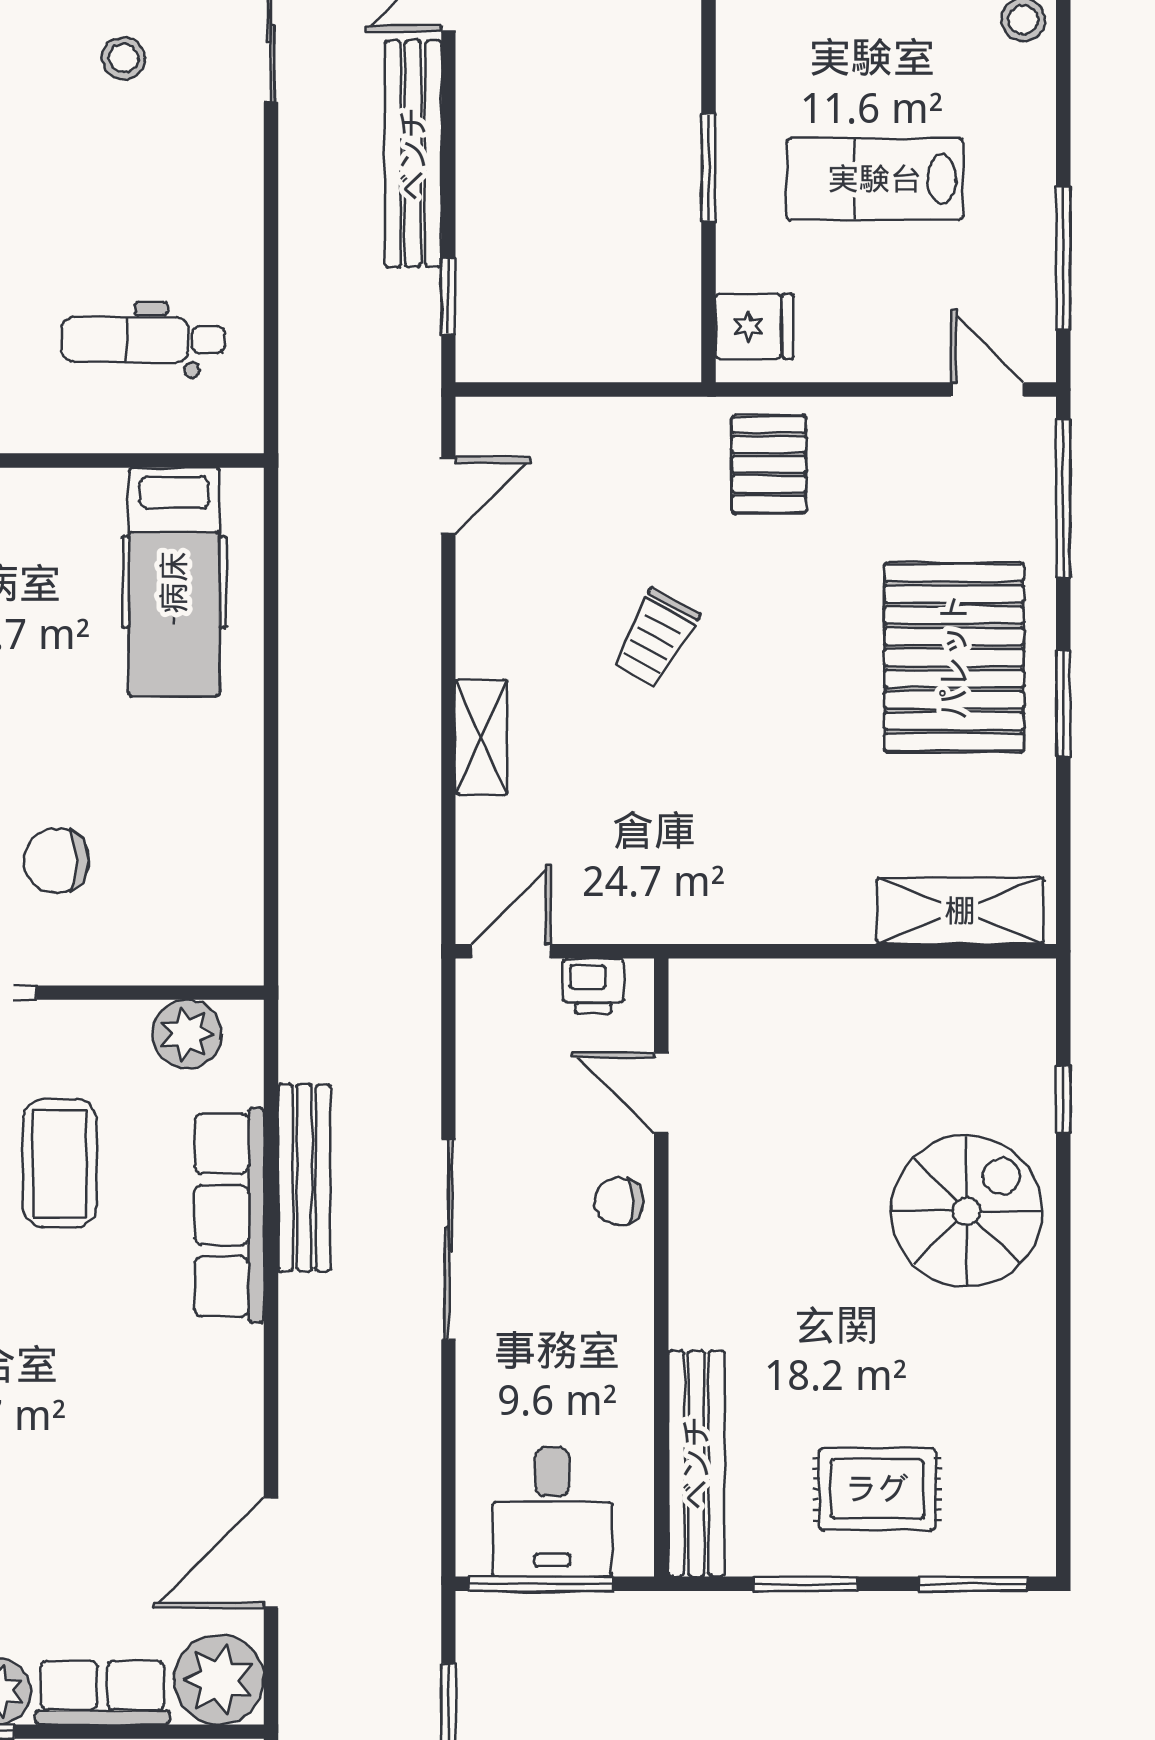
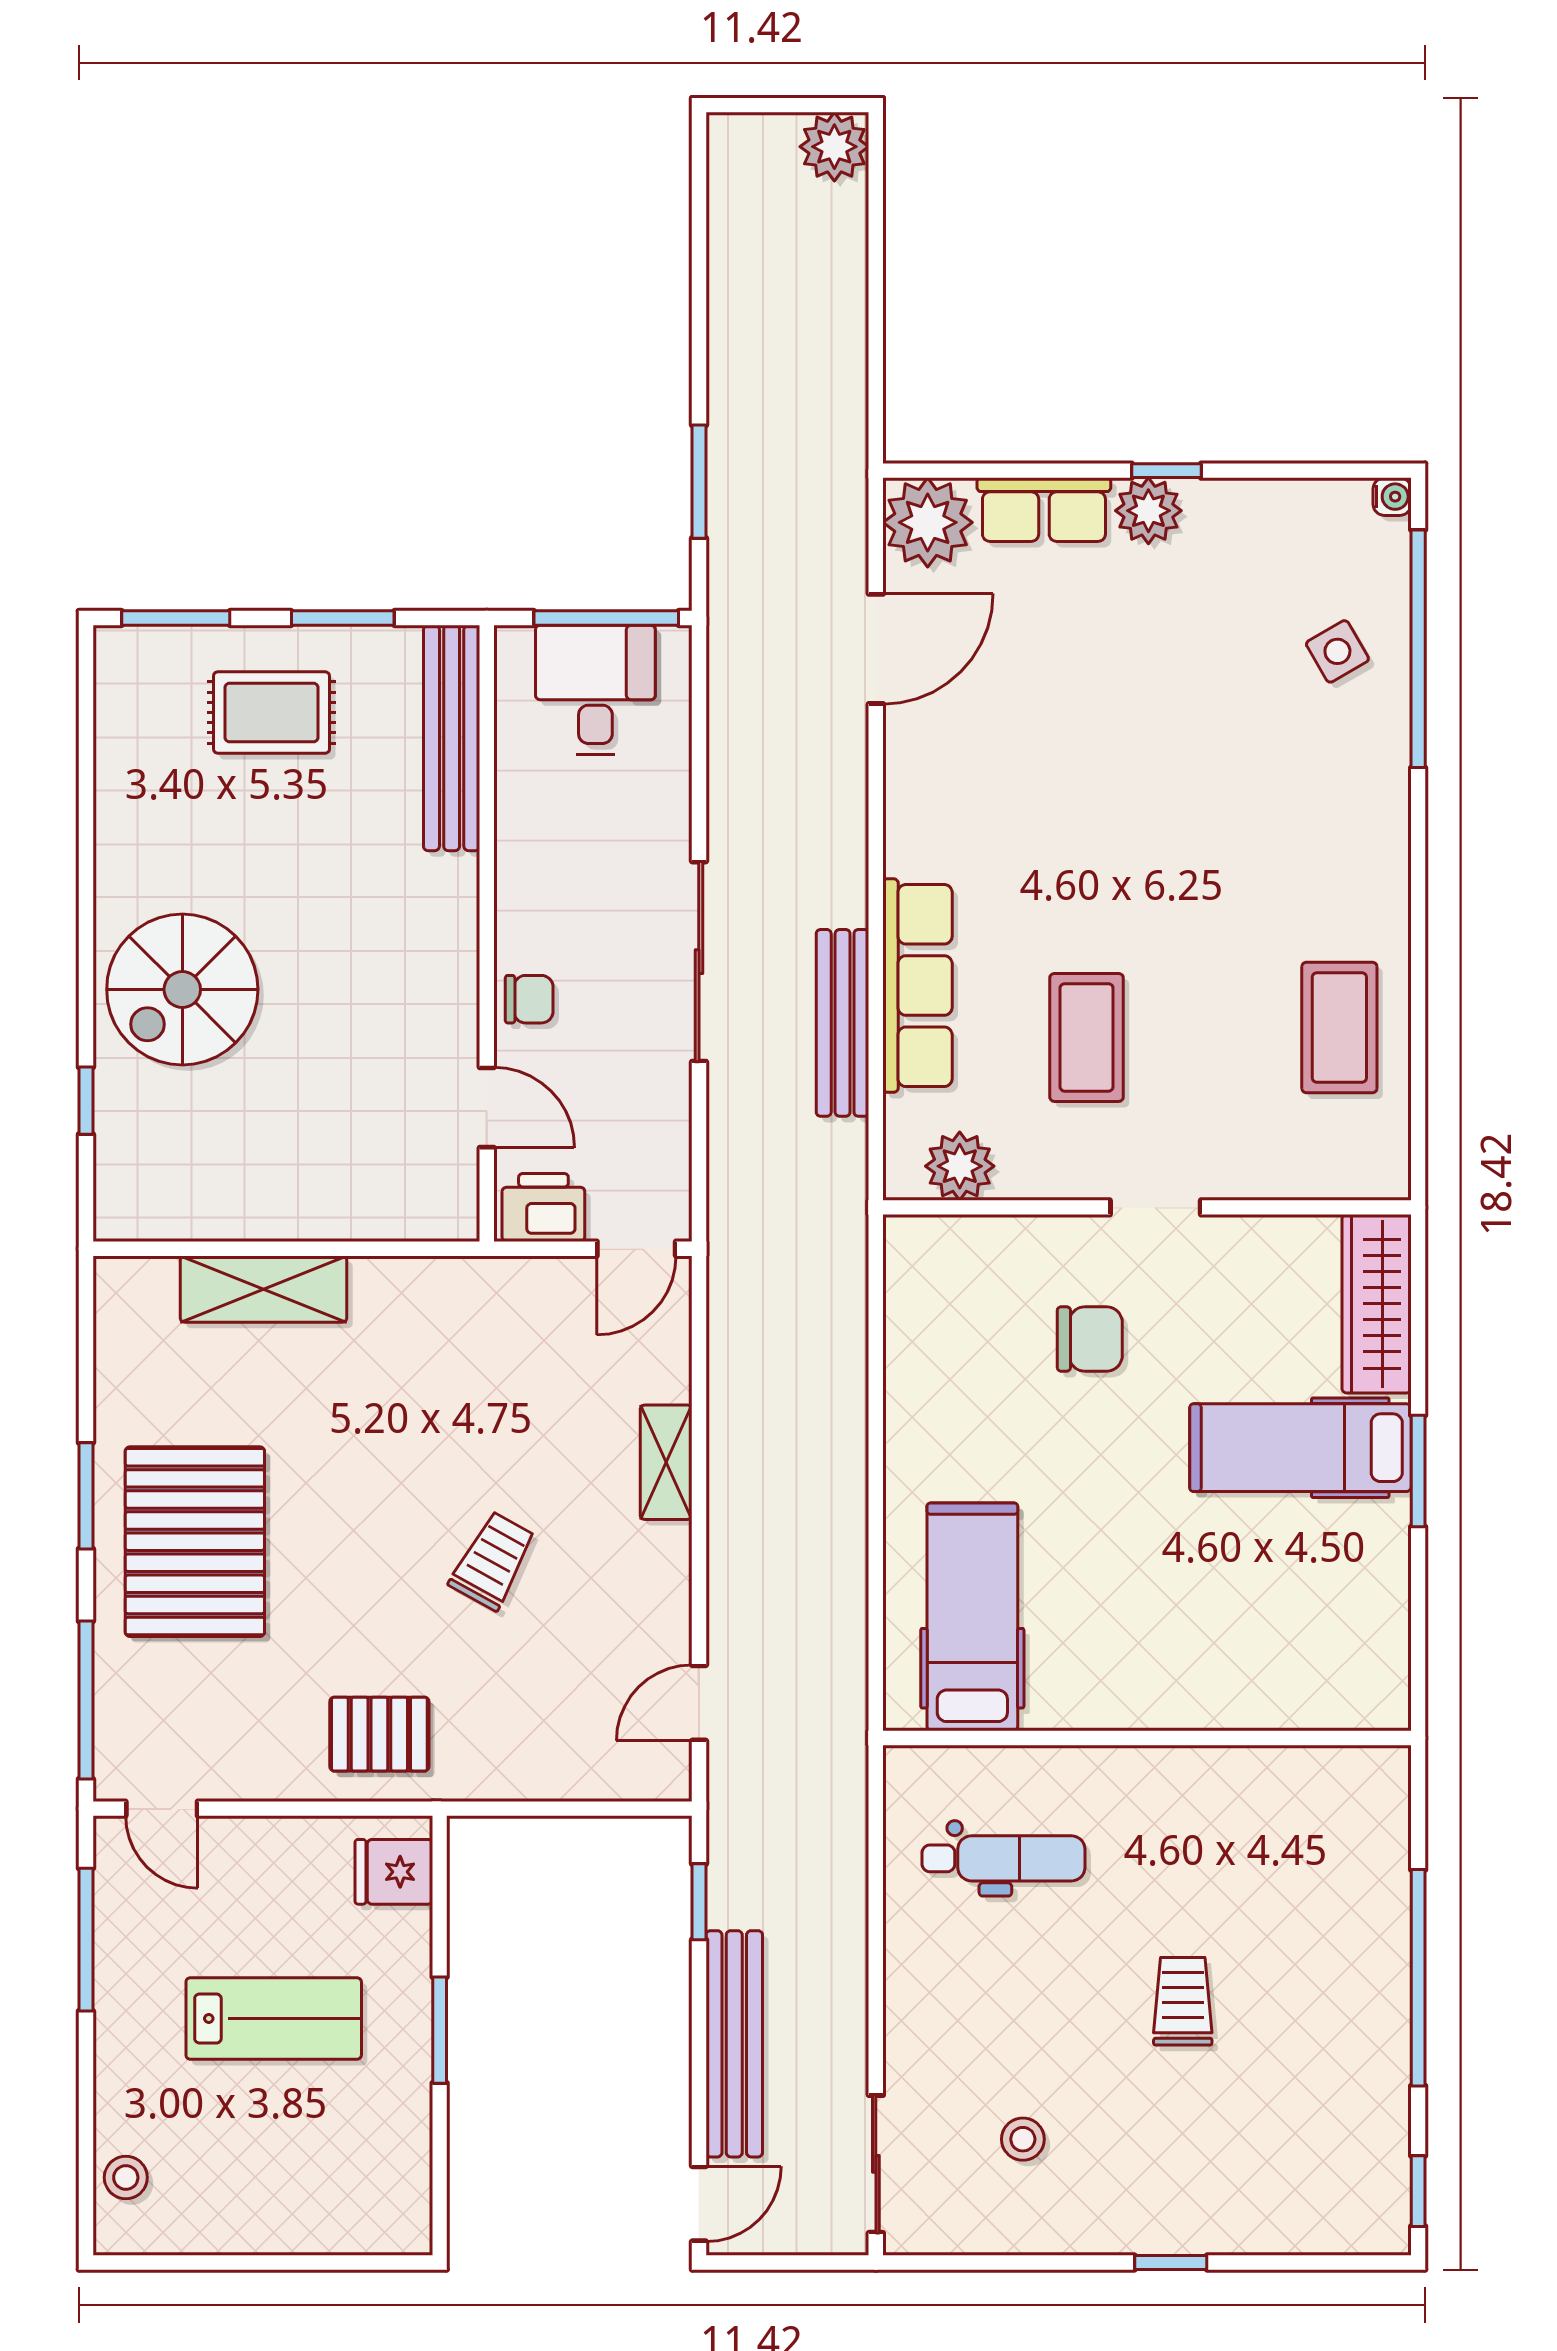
pallet: (769, 464) -> (379, 1734), turned 90
shelving: (960, 911) -> (263, 1289), moved
printer: (593, 986) -> (543, 1208), width x1.36, depth x1.24

